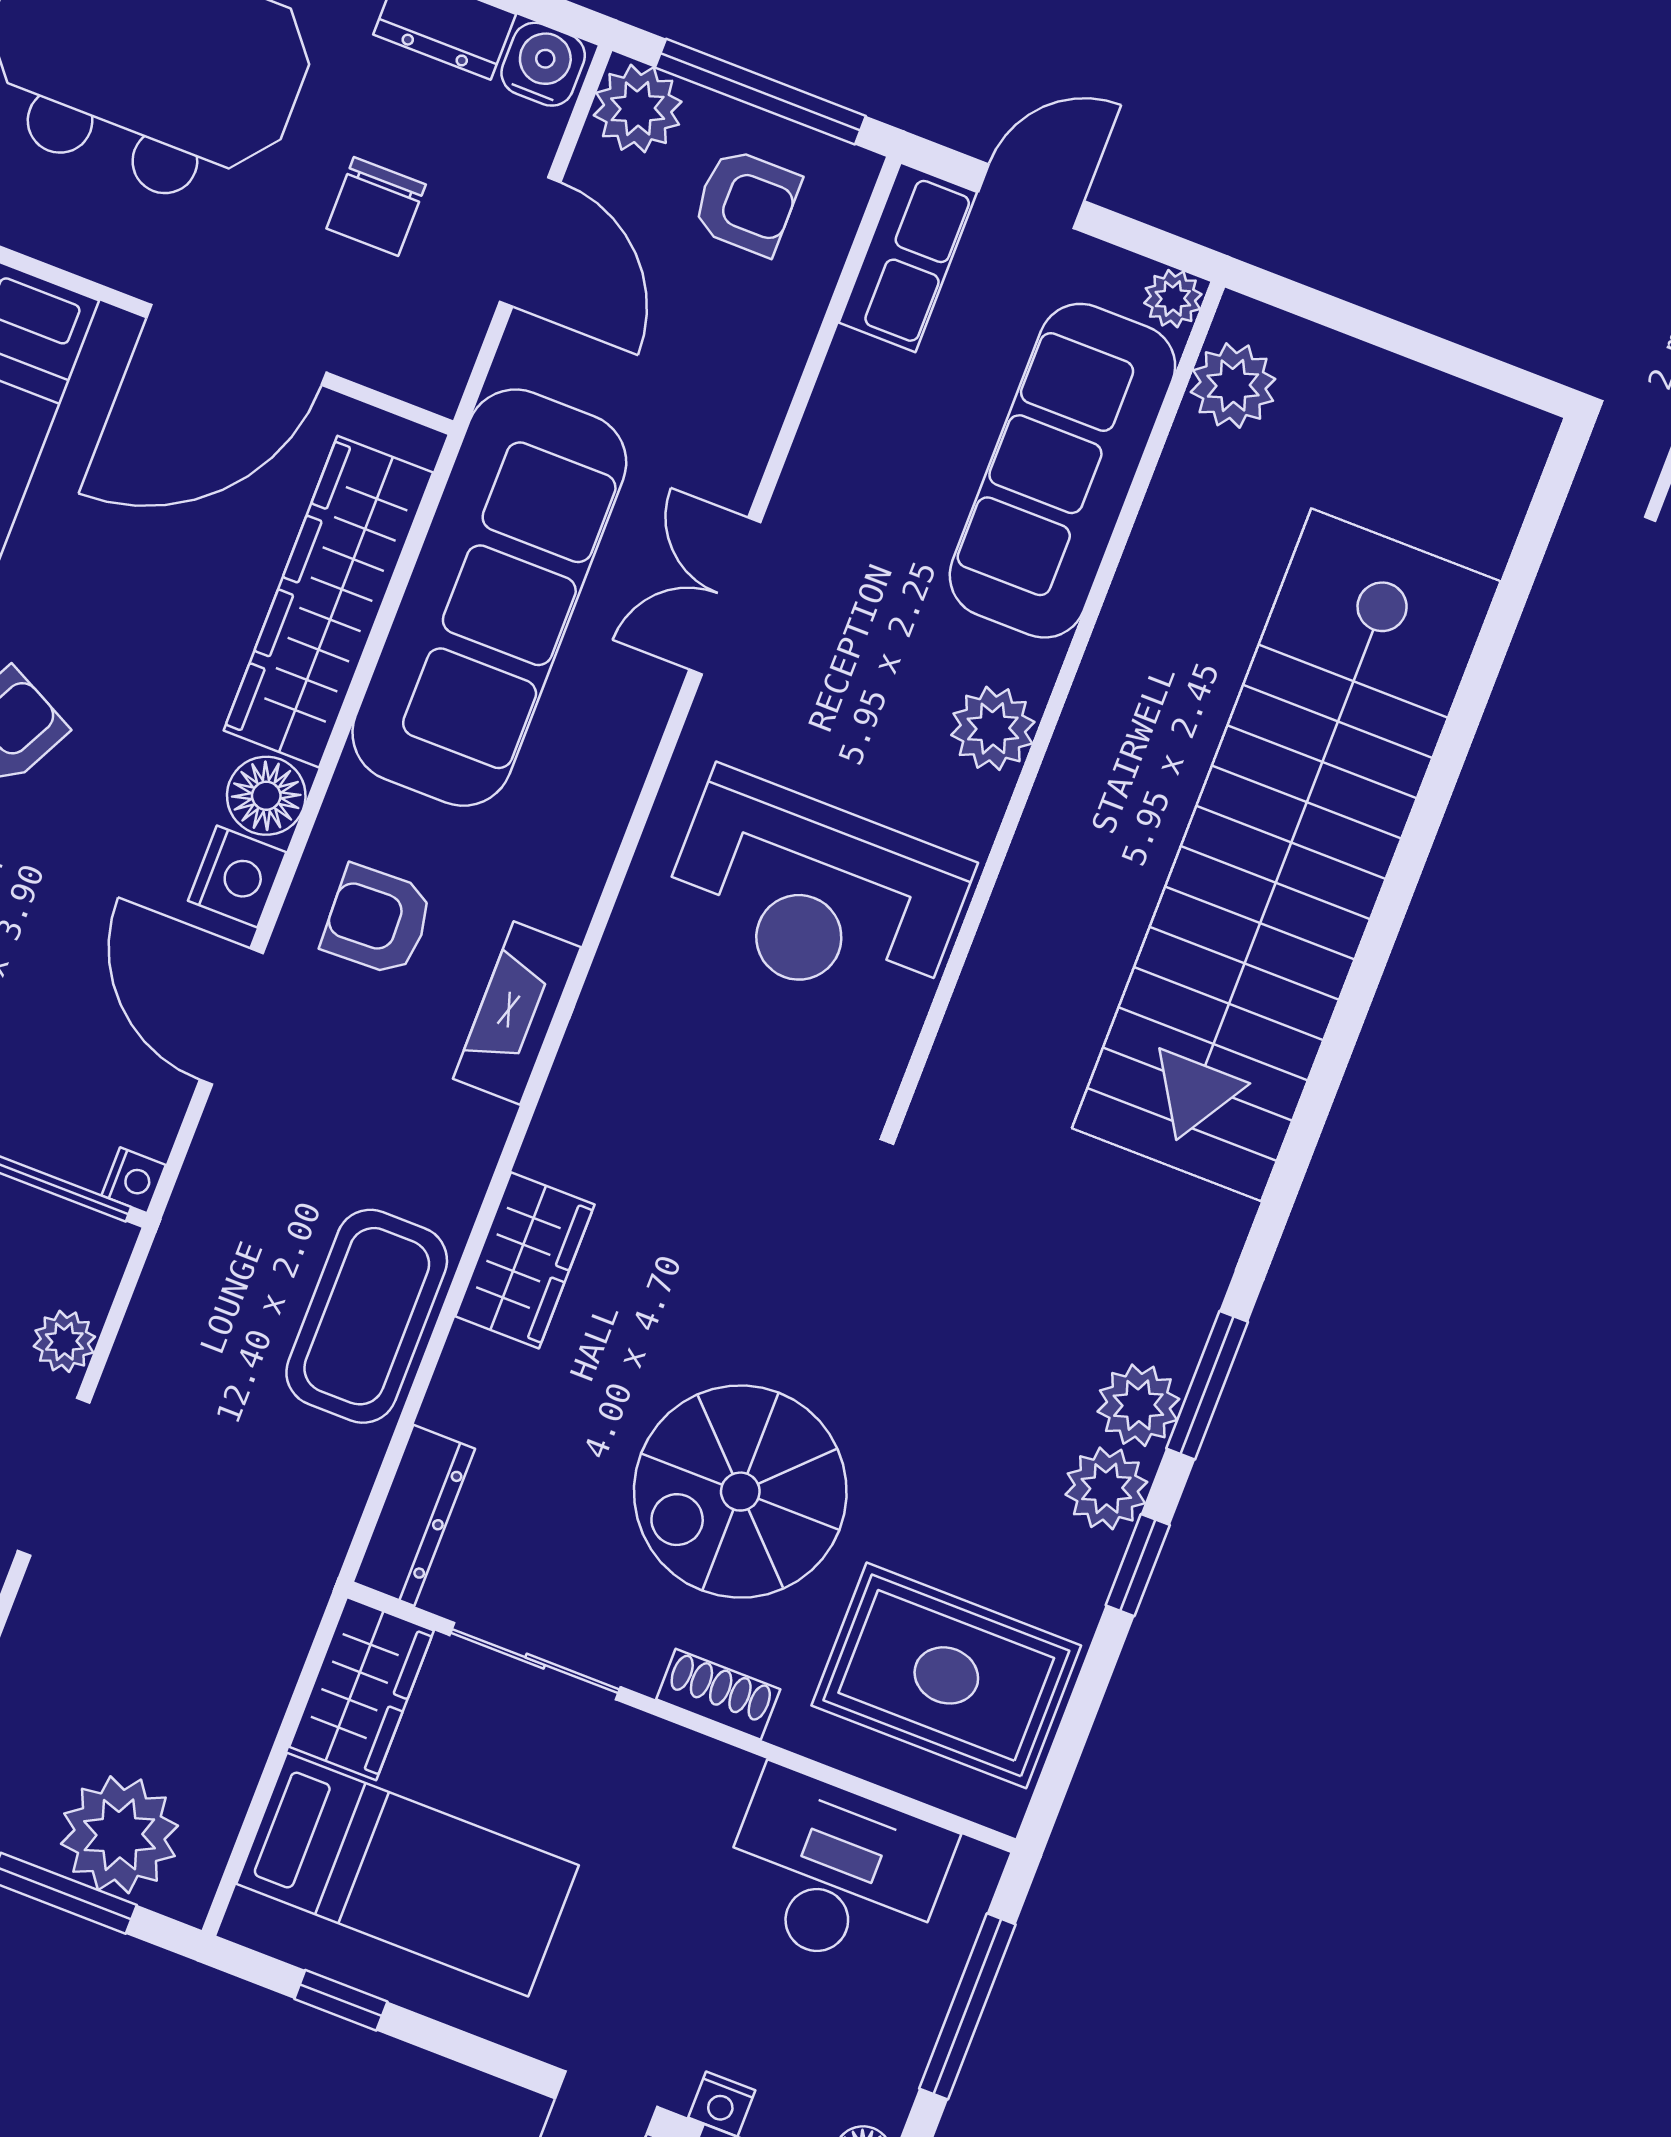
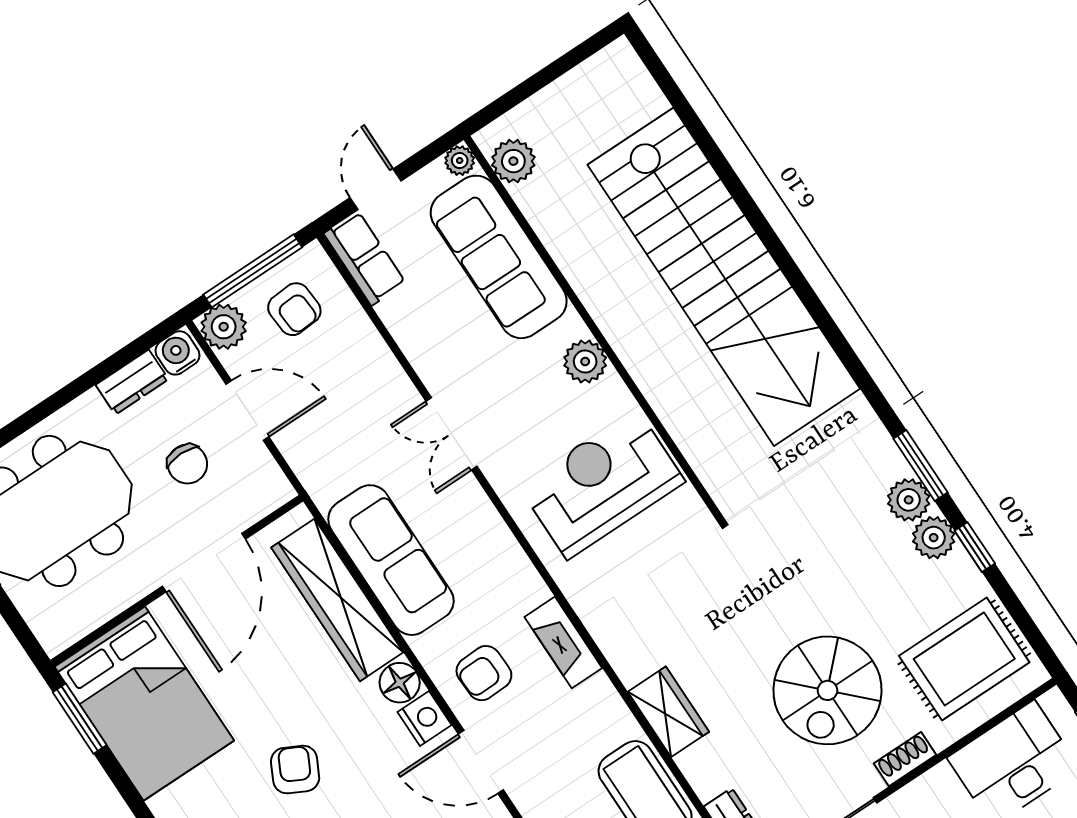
armchair: (746, 202) -> (294, 309), turned 86
sofa: (489, 598) -> (391, 560), width x0.74, depth x0.79
reception desk: (815, 894) -> (602, 484), turned 180

